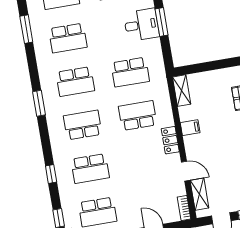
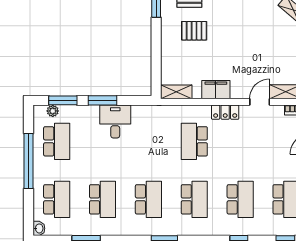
desk: (141, 25) -> (115, 122), moved
school desk: (130, 72) -> (148, 141), removed
school desk: (83, 125) -> (194, 199), turned 180
filing cabinet: (190, 128) -> (216, 90), width x2.00

